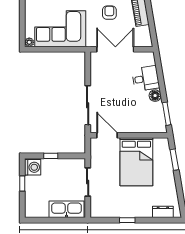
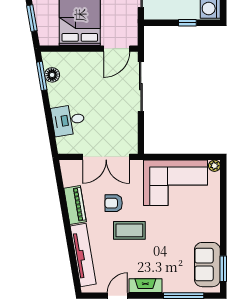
armchair: (109, 13) -> (114, 203), turned 90
floor lamp: (155, 96) -> (52, 75), moved
door: (107, 135) -> (117, 49), hinge flipped

